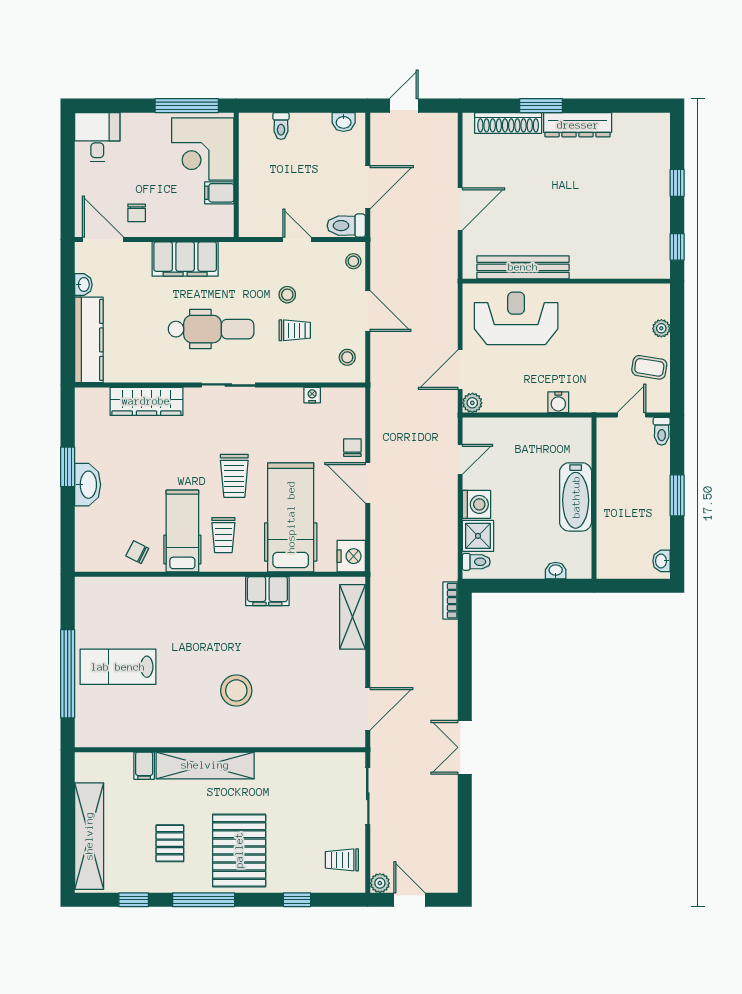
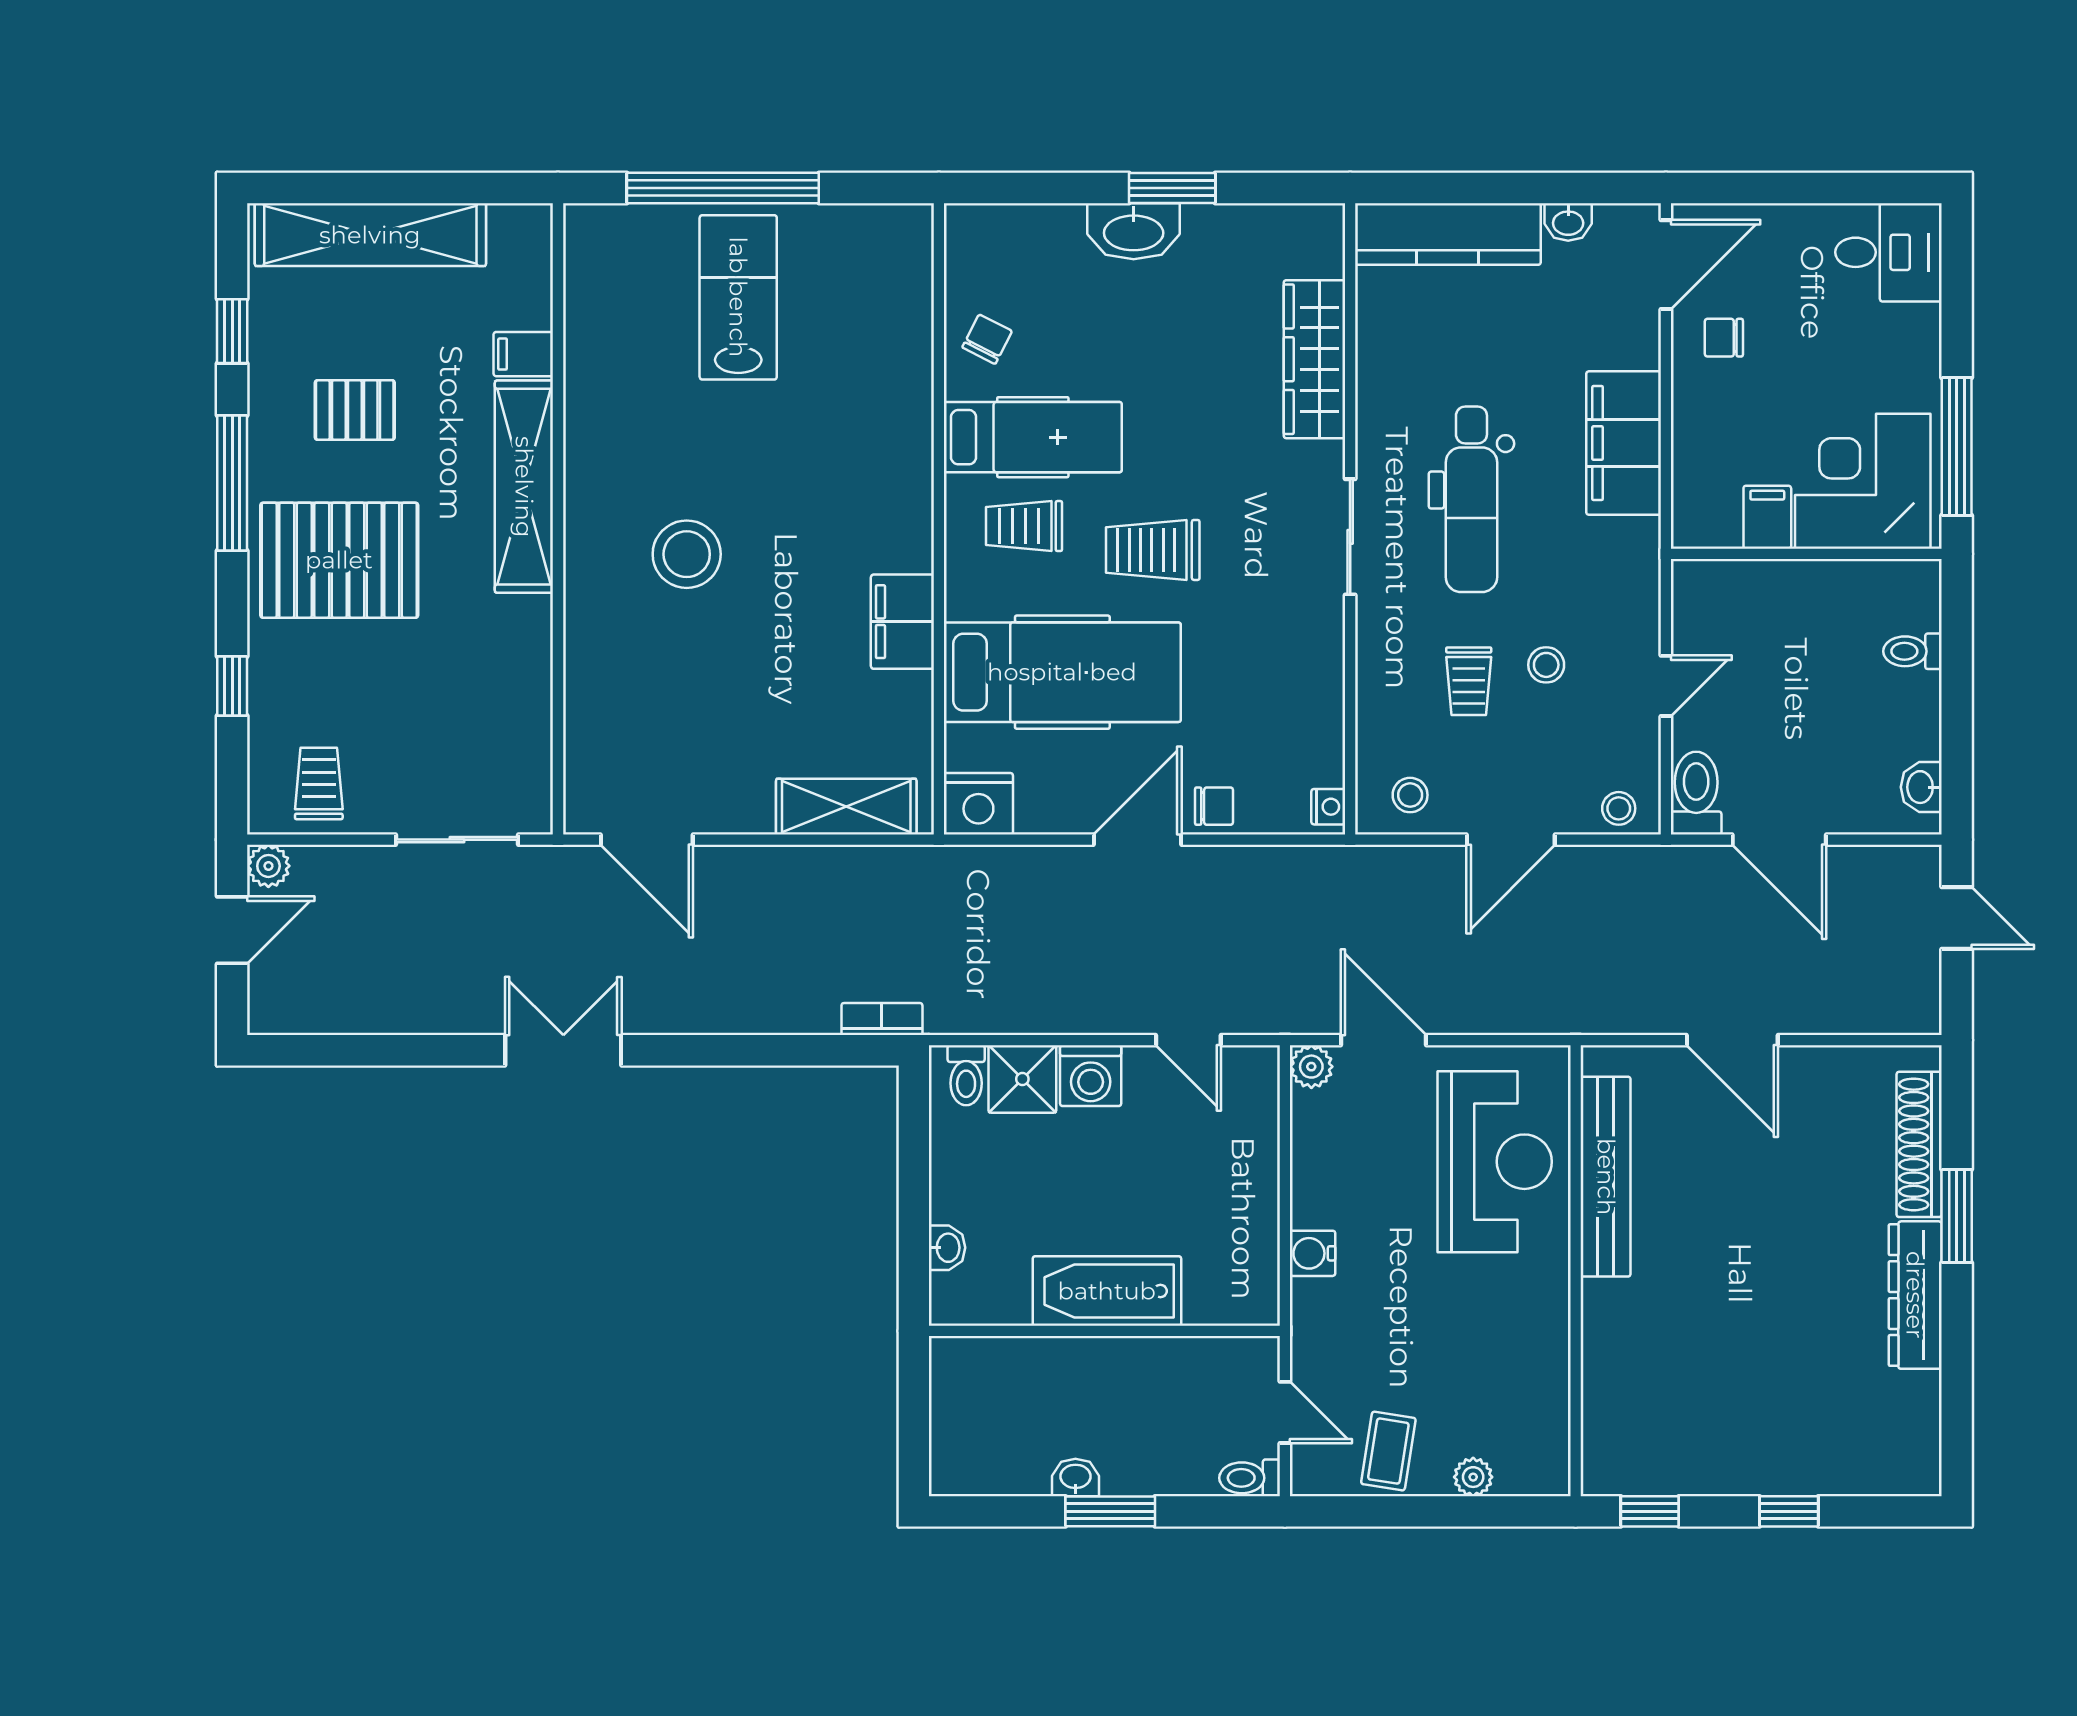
nightstand: (312, 395) -> (1328, 807), moved
washbasin: (662, 561) -> (1075, 1478), moved

